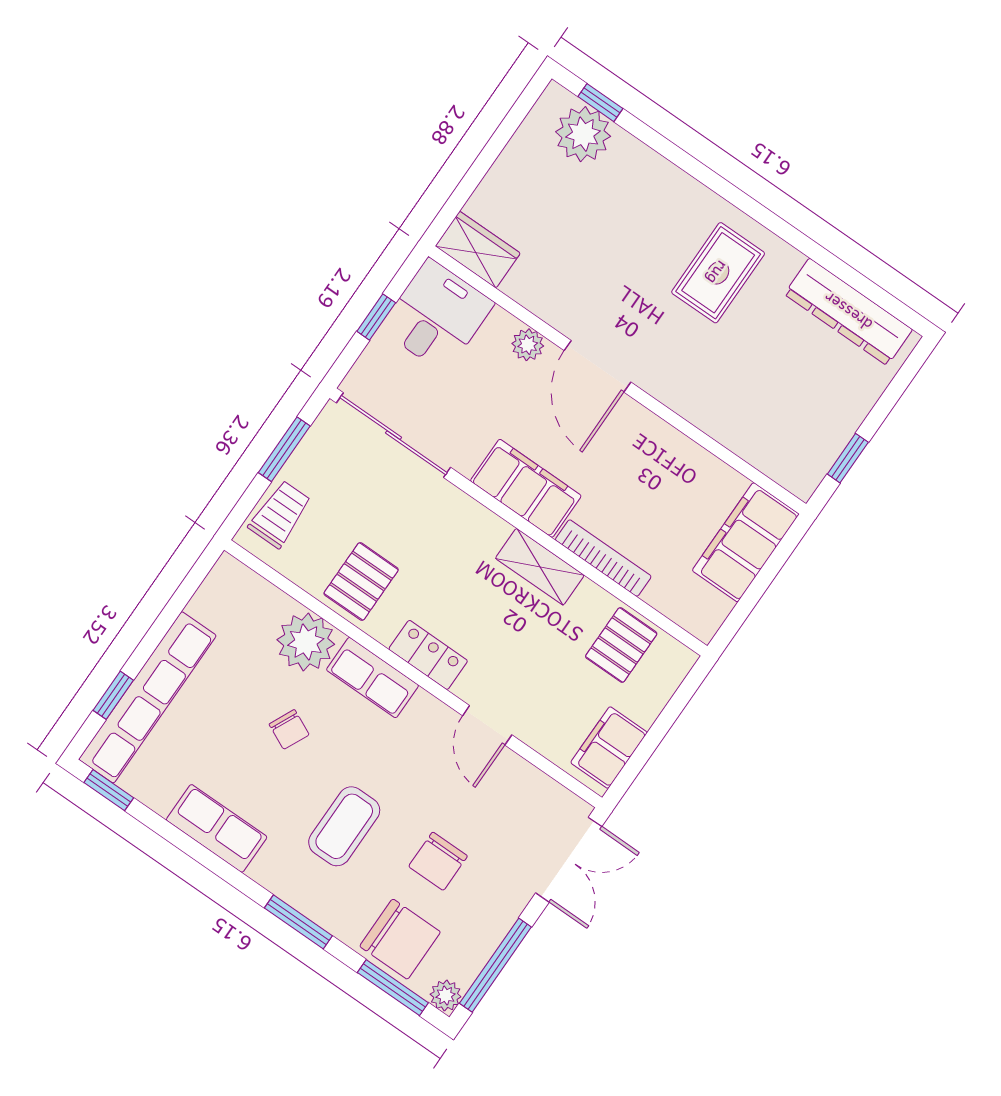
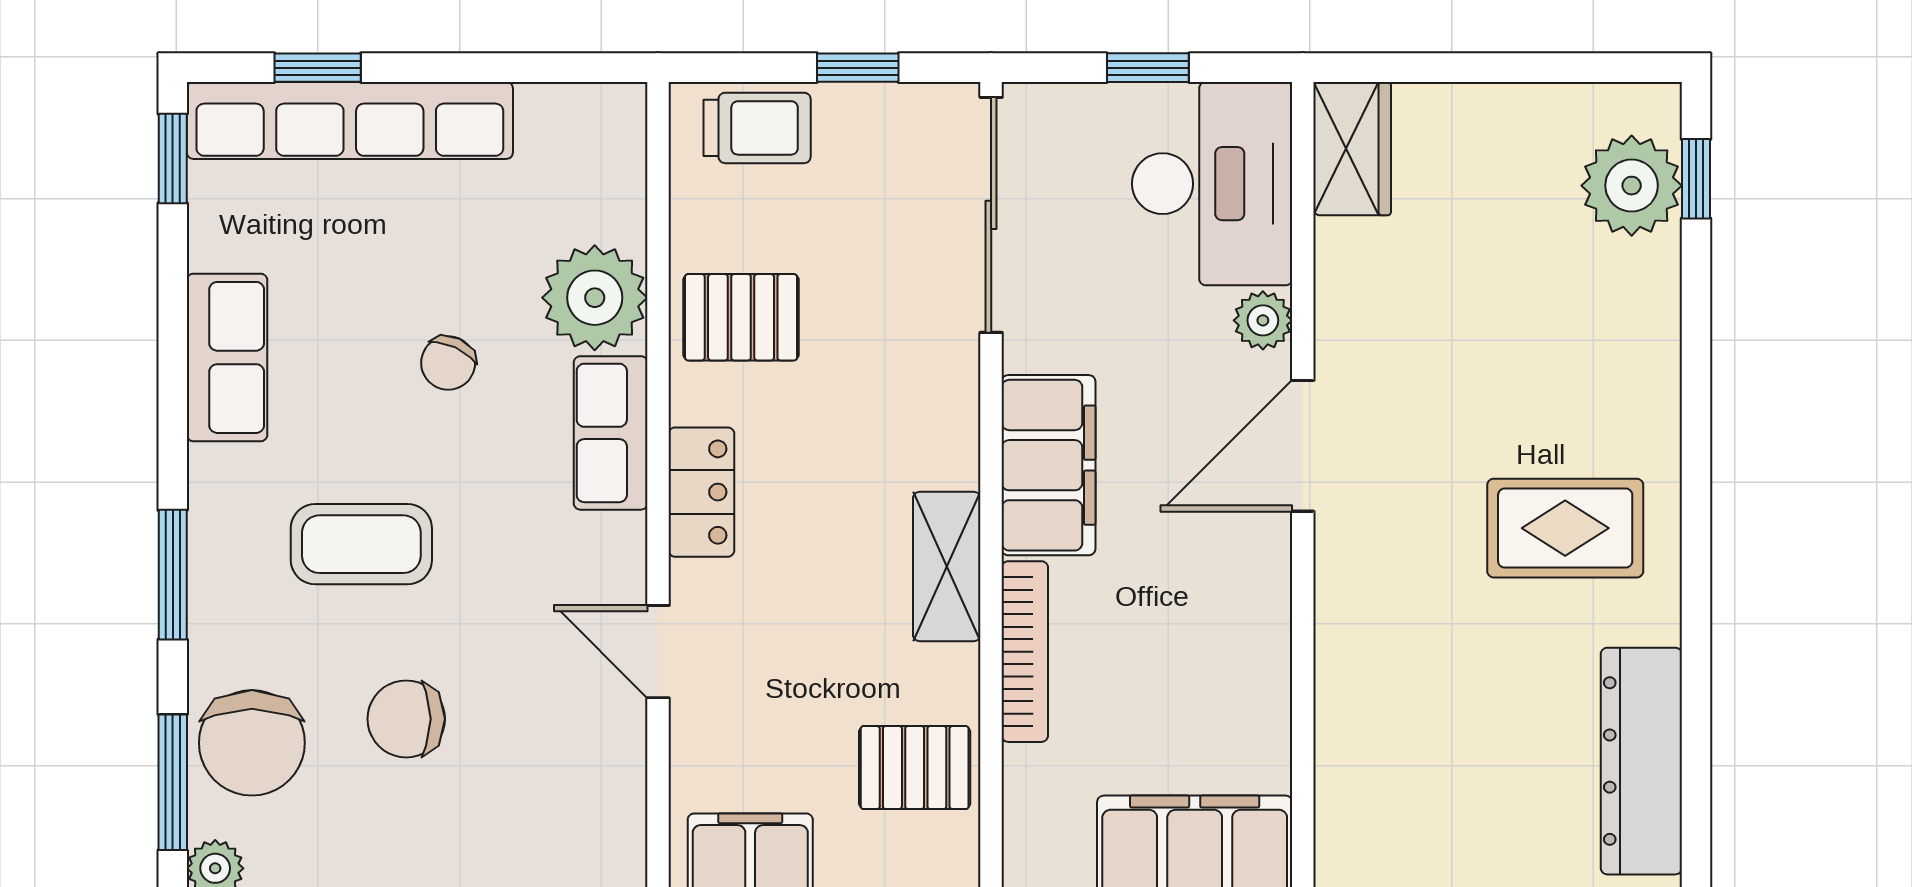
desk: (437, 316) -> (1212, 184), width x1.37
window: (284, 449) -> (858, 68), width x0.67
door: (487, 725) -> (658, 652), hinge flipped

